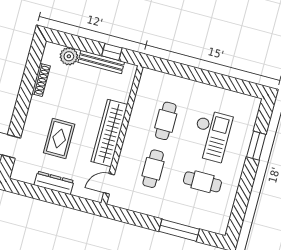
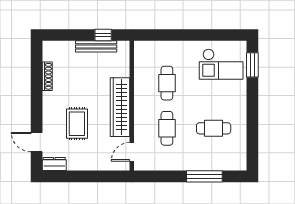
plant: (69, 56) -> (66, 49), removed
checkout: (211, 136) -> (221, 64), moved, turned 90
window: (256, 146) -> (252, 65), moved
dresser: (54, 183) -> (54, 164), moved, width x0.70

